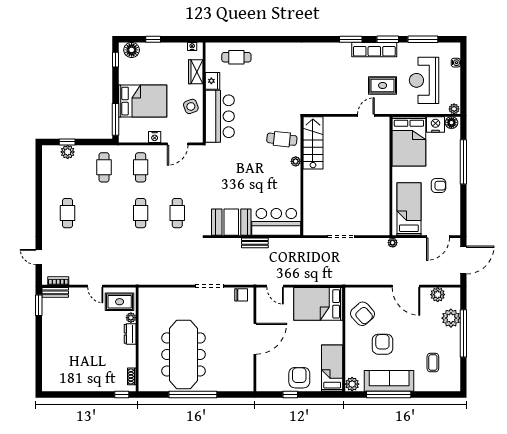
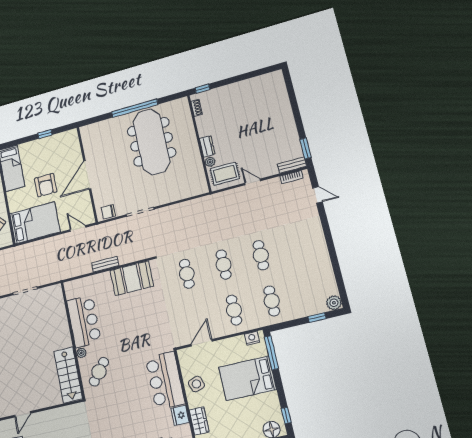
nightstand: (155, 137) -> (252, 338), moved
cafe table: (282, 139) -> (99, 372), turned -58
plant: (68, 152) -> (334, 303), moved
cafe table: (67, 213) -> (261, 255), moved
bar counter: (276, 222) -> (84, 321), moved, turned -90
armchair: (299, 378) -> (46, 185), moved

